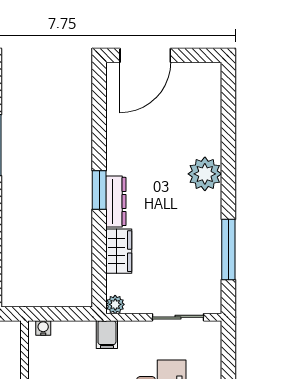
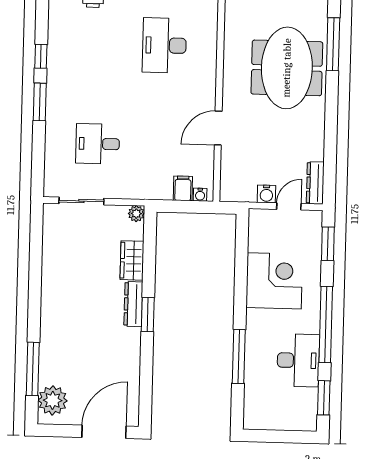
plant: (205, 174) -> (53, 400), moved
window: (228, 250) -> (33, 369), moved
filing cabinet: (107, 335) -> (183, 188), moved

